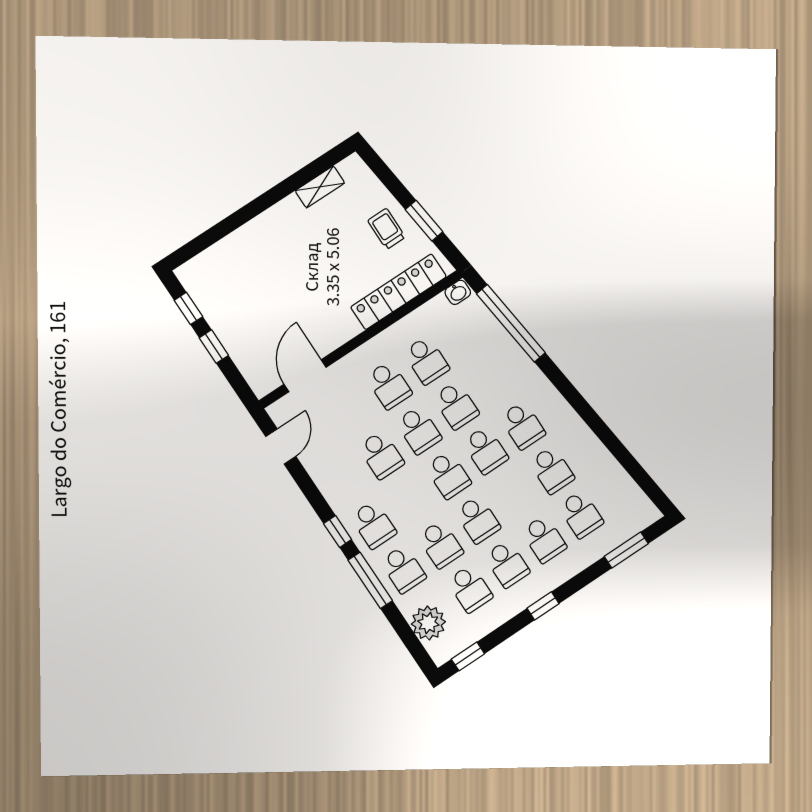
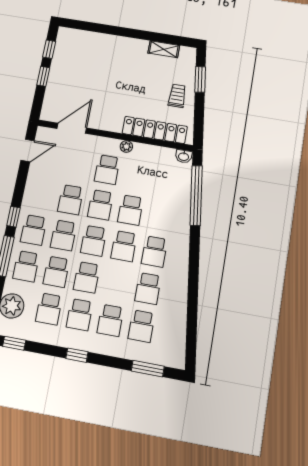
window: (424, 221) -> (200, 79), moved
plant: (385, 340) -> (126, 147), added
school desk: (426, 360) -> (64, 235), moved

